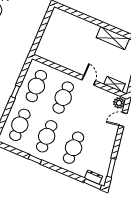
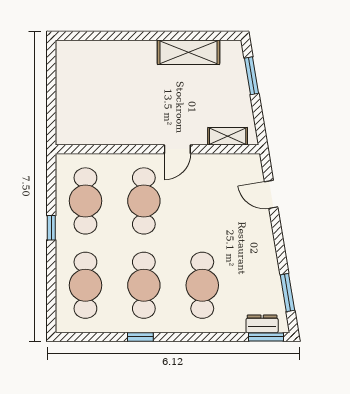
door: (89, 80) -> (177, 149), swing flipped
plant: (119, 103) -> (251, 167), removed
door: (123, 119) -> (271, 194), hinge flipped

